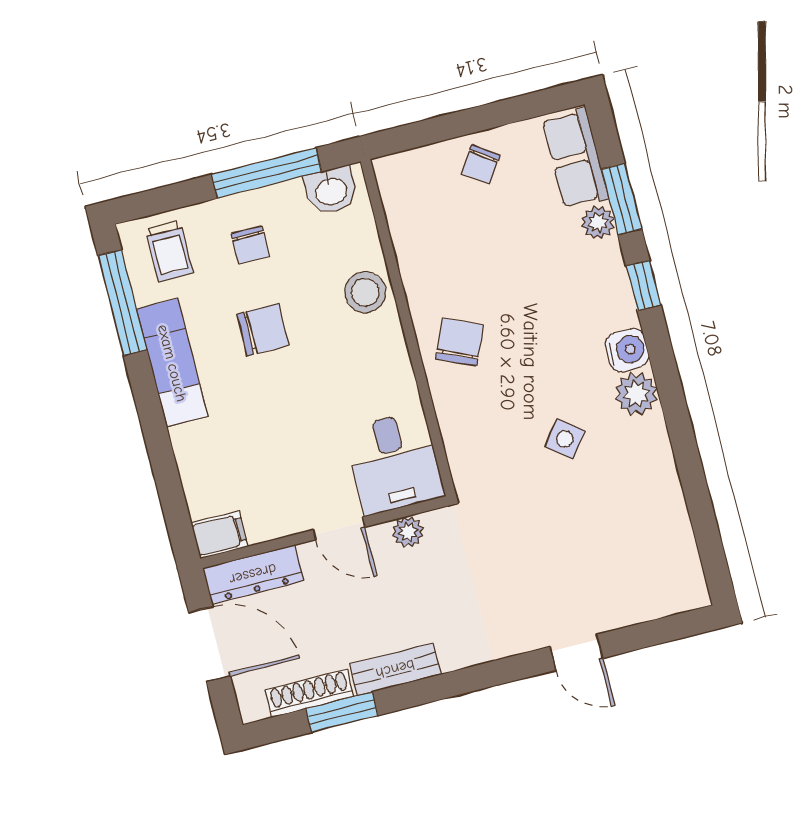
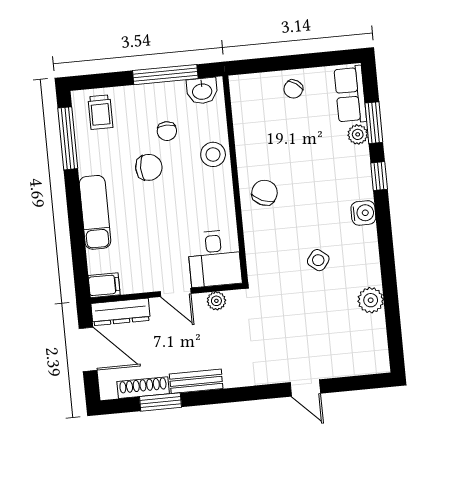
chair: (250, 245) -> (167, 131), moved
exam couch: (172, 363) -> (95, 212), moved
plant: (636, 394) -> (371, 300), moved

